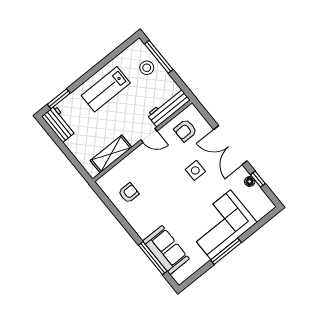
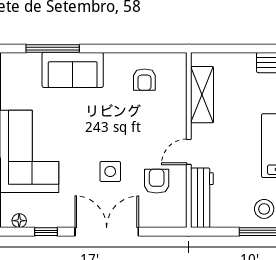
armchair: (185, 130) -> (157, 181), moved
floor lamp: (250, 181) -> (19, 221), moved
sofa: (166, 250) -> (73, 70), moved

